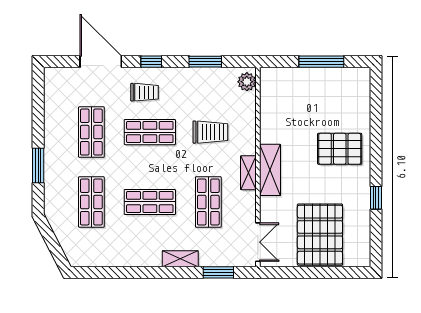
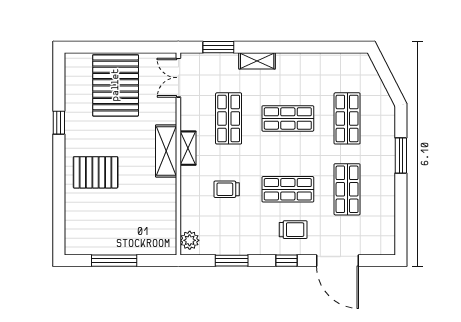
trolley: (145, 92) -> (293, 230), turned 180
trolley: (210, 132) -> (227, 189), width x0.73, depth x0.72

